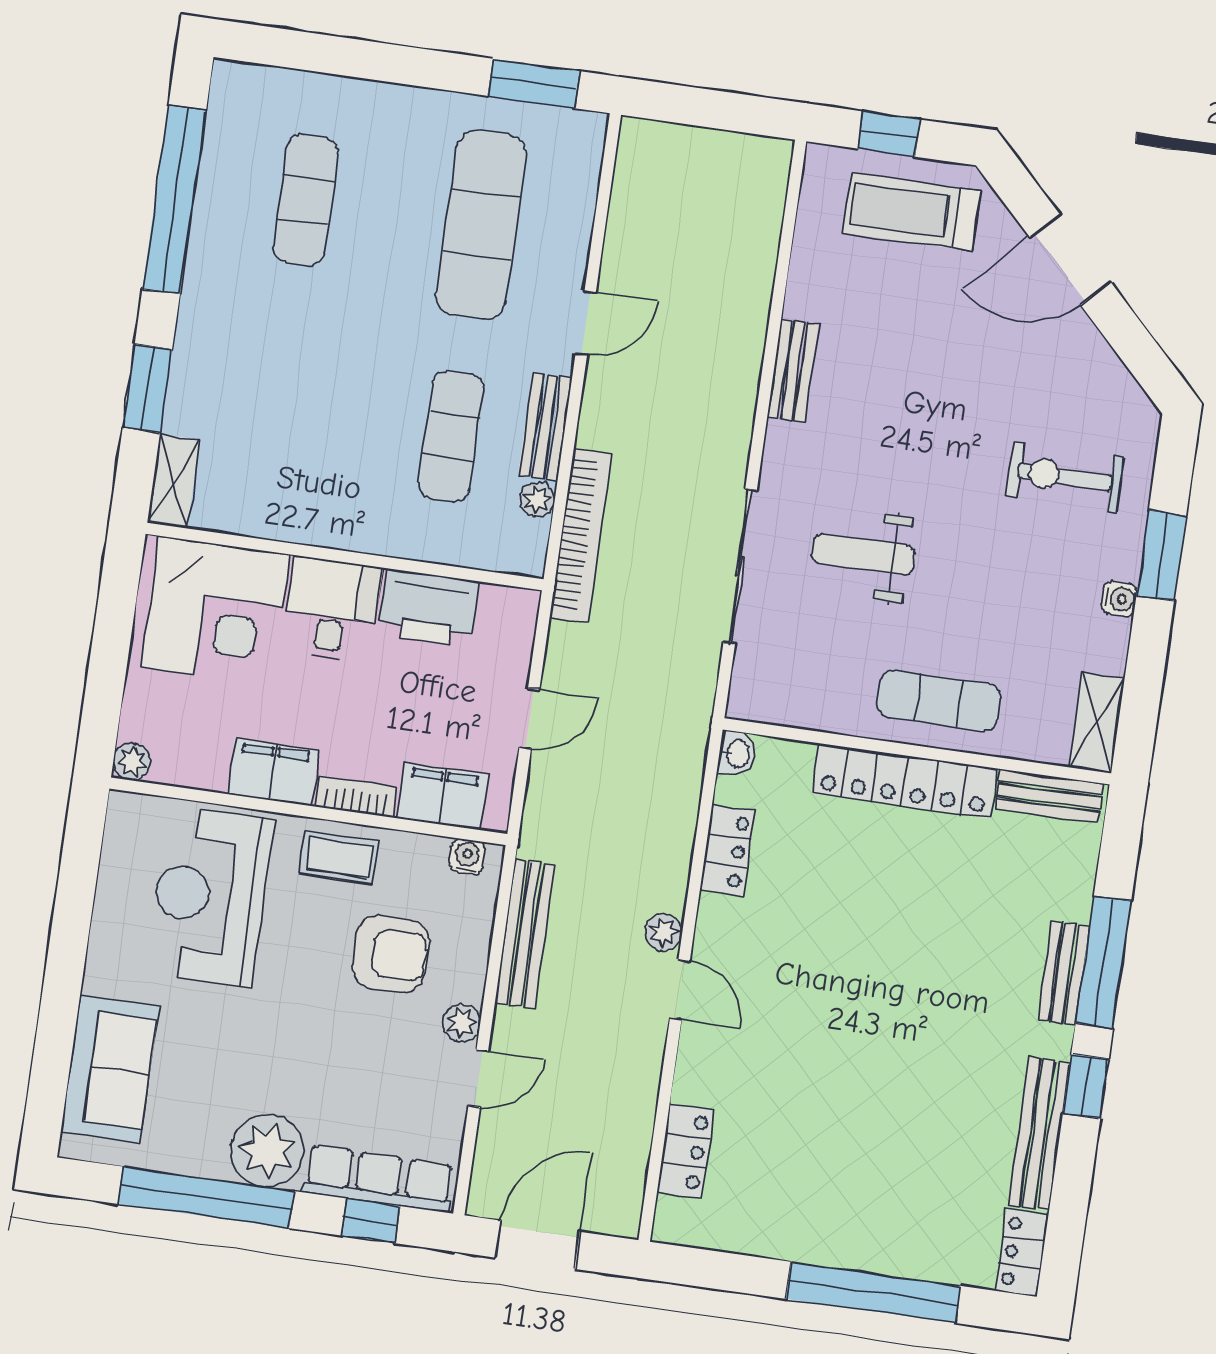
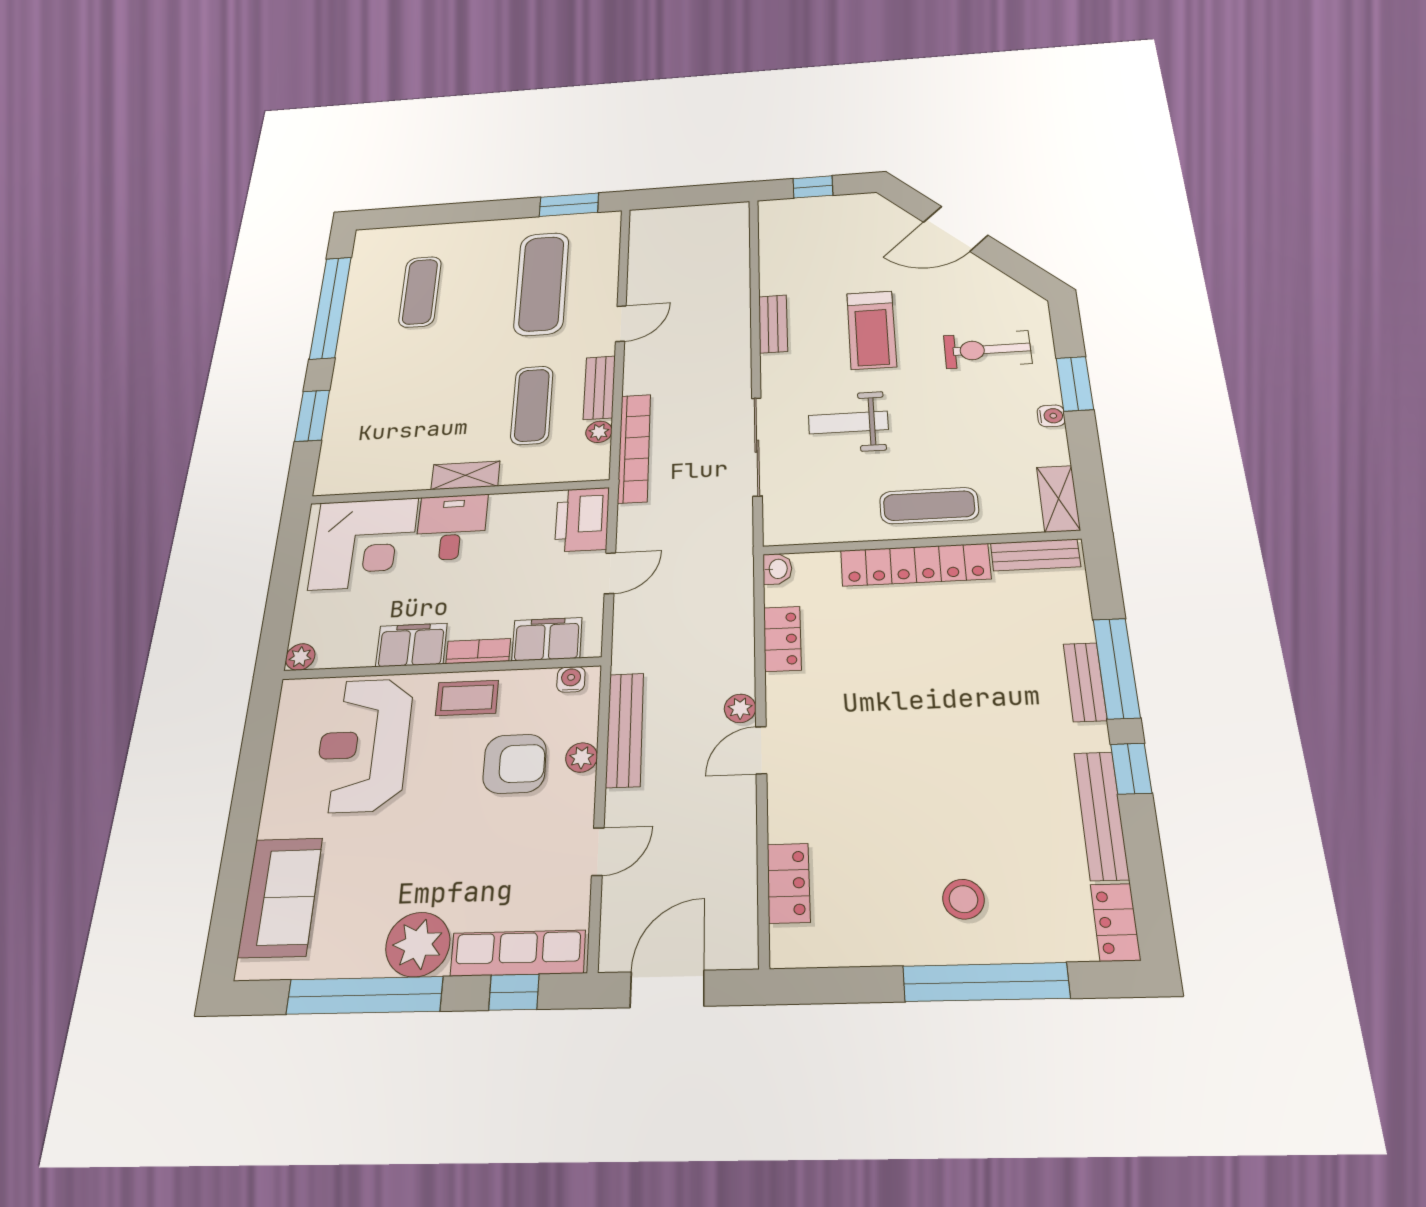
treadmill: (912, 212) -> (872, 330), moved, turned -90
shelving: (173, 481) -> (466, 475), moved, turned 90
printer: (428, 608) -> (582, 519), moved, turned 90
door: (680, 989) -> (761, 750), swing flipped
plant: (462, 1023) -> (582, 757), moved
stool: (870, 1201) -> (963, 899), added

